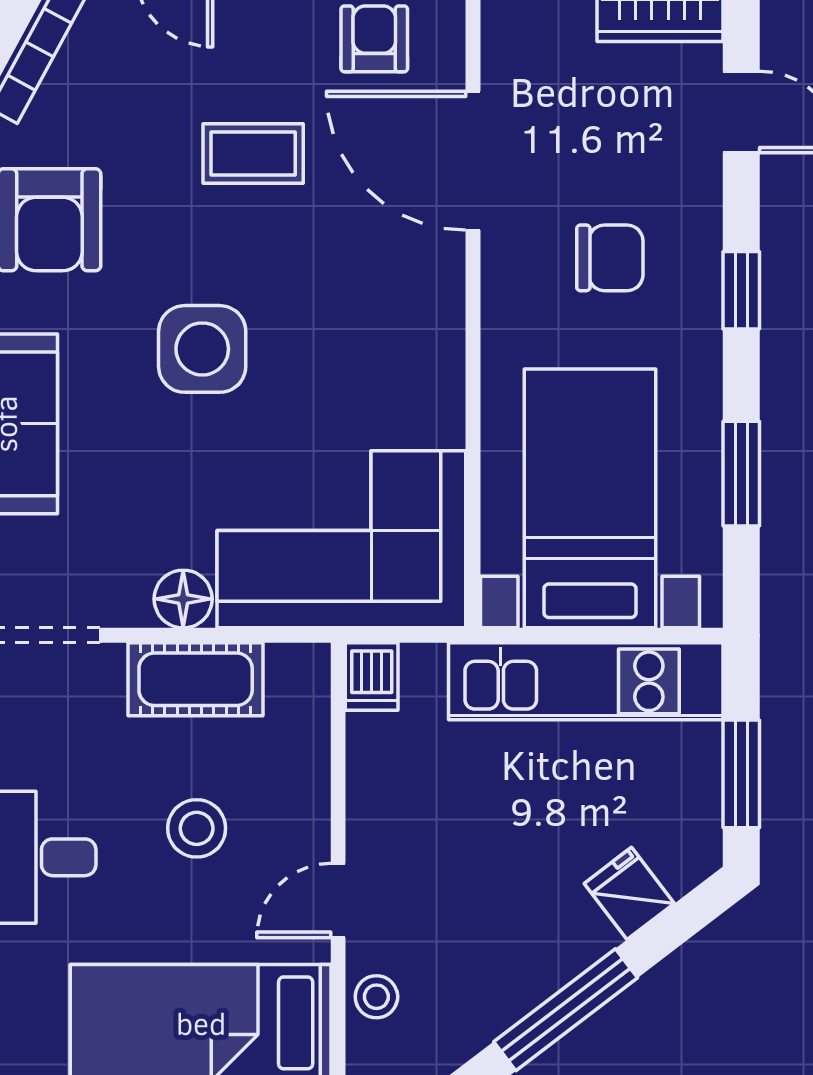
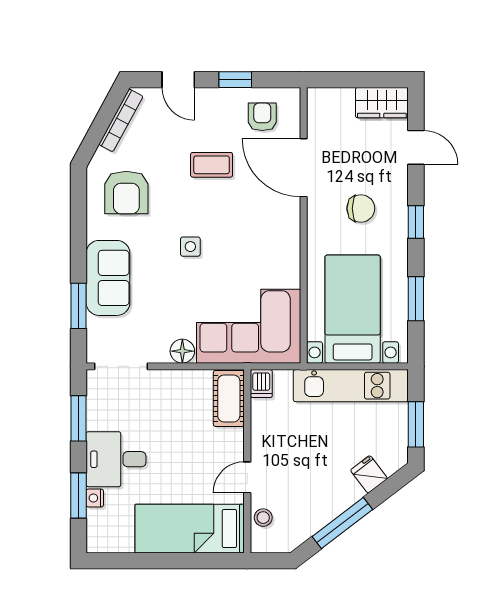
side table: (202, 349) -> (190, 247), width x0.54, depth x0.54
cot: (196, 679) -> (229, 398), moved, turned 90
stool: (197, 828) -> (188, 447), removed

